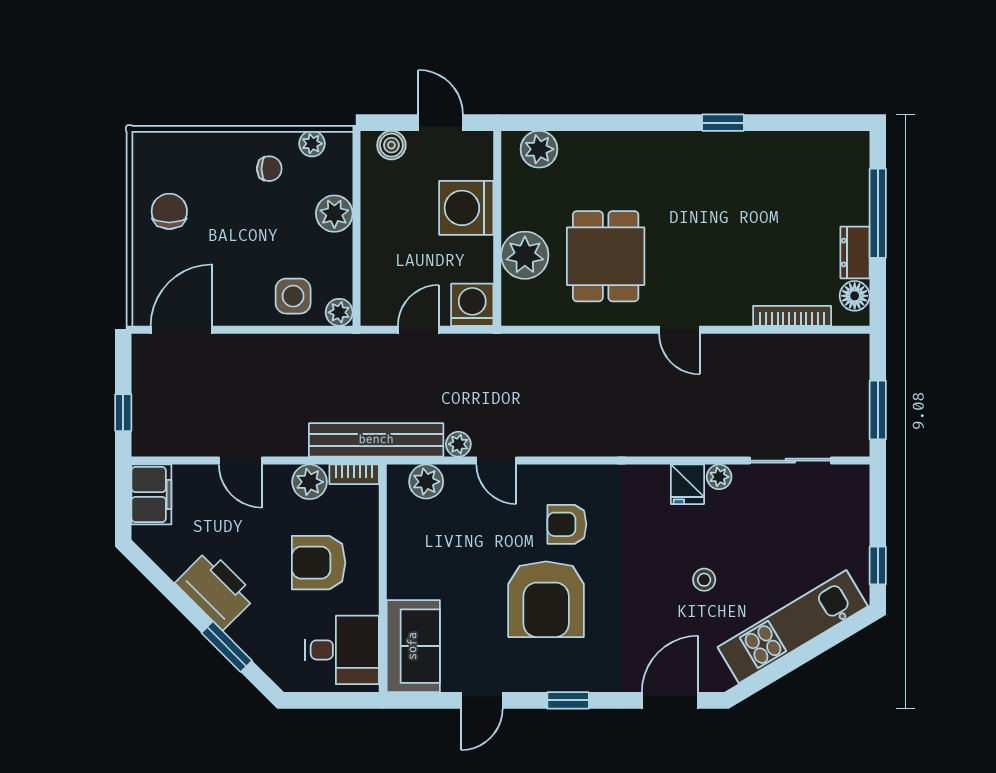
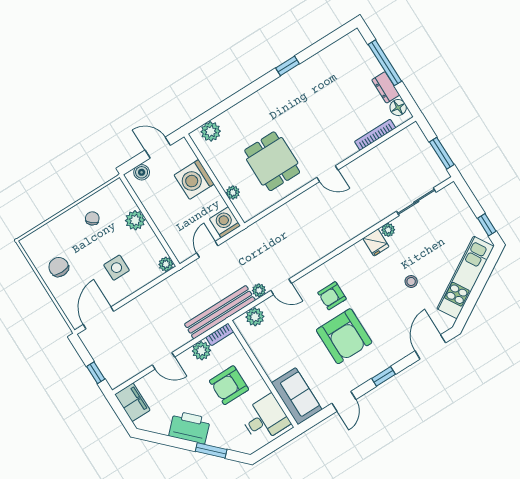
plant: (312, 144) -> (105, 195), removed
chair: (269, 169) -> (92, 218), turned -51
plant: (525, 255) -> (233, 193), width x0.53, depth x0.53
side table: (293, 296) -> (117, 268), moved

